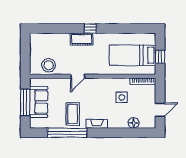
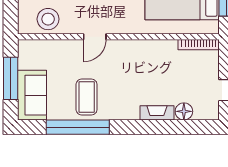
side table: (122, 97) -> (165, 70), removed
sofa: (39, 102) -> (32, 95), moved
fireplace: (97, 124) -> (157, 113), moved

